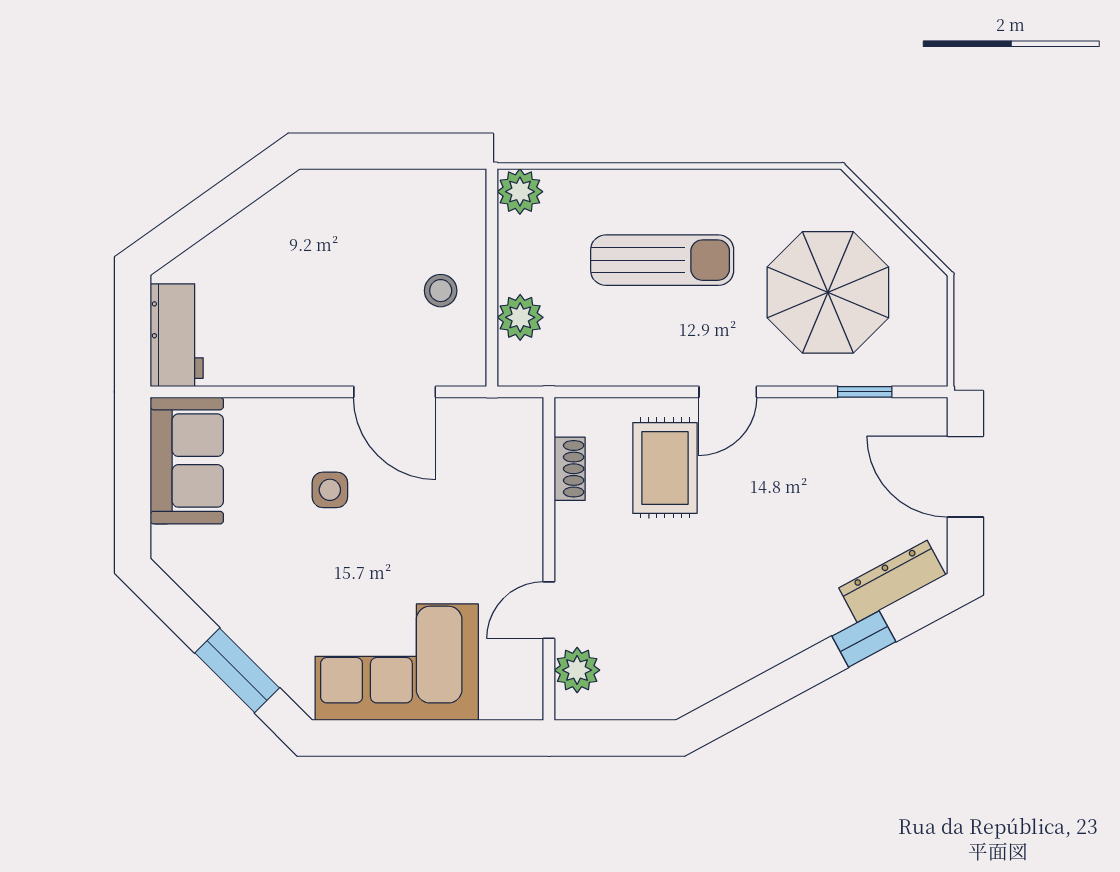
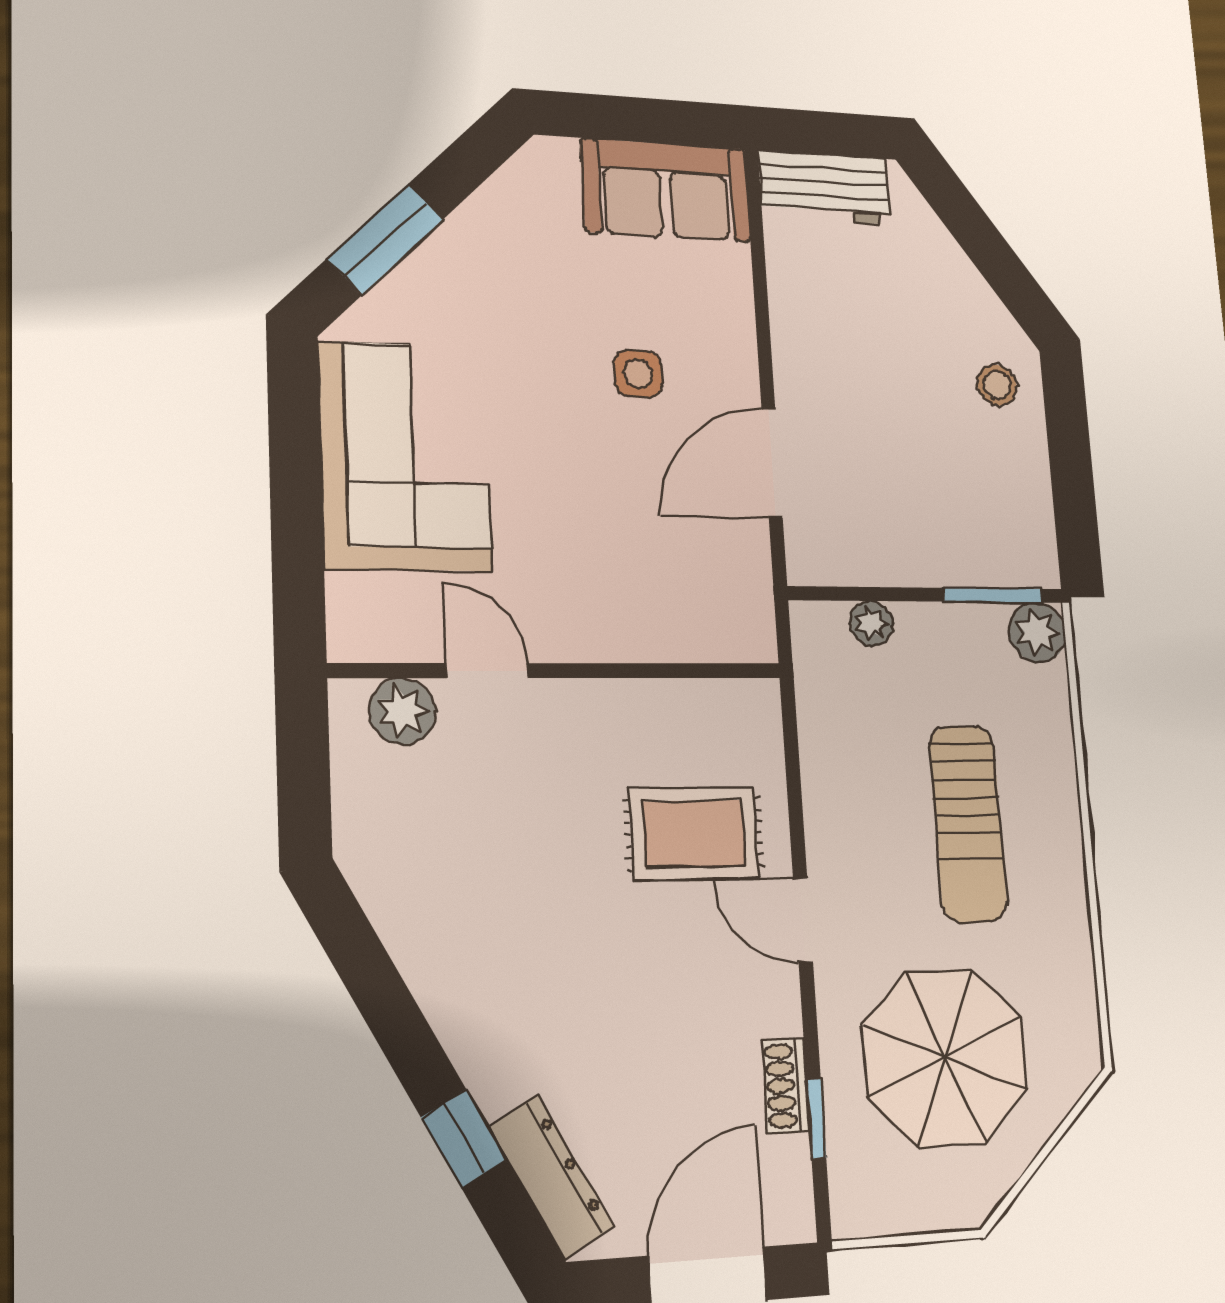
window: (492, 225) -> (993, 595), added
stool: (441, 291) -> (997, 385), moved
plant: (520, 317) -> (871, 623), width x0.73, depth x0.73
shoe rack: (570, 469) -> (786, 1086), moved, turned 90

